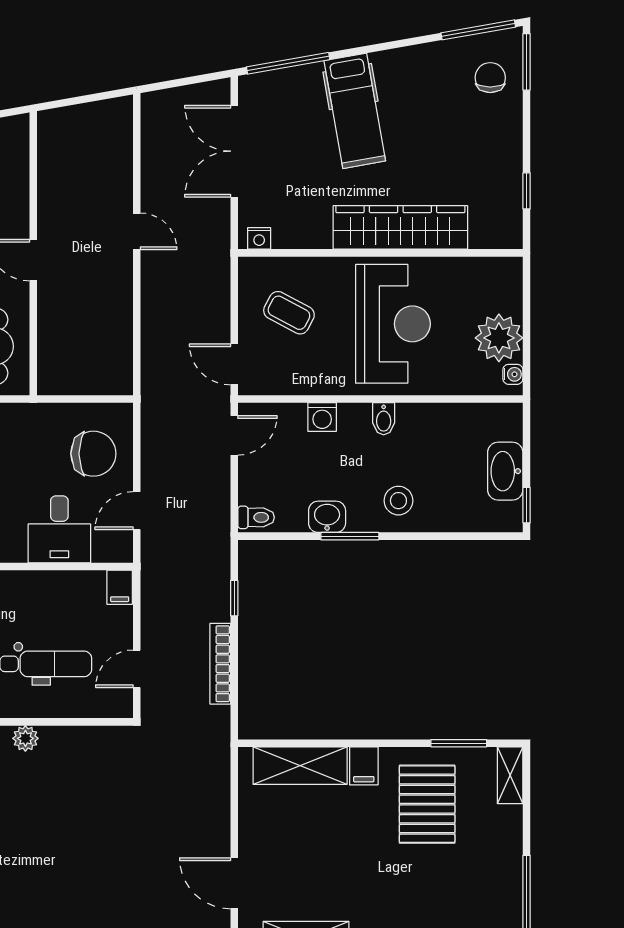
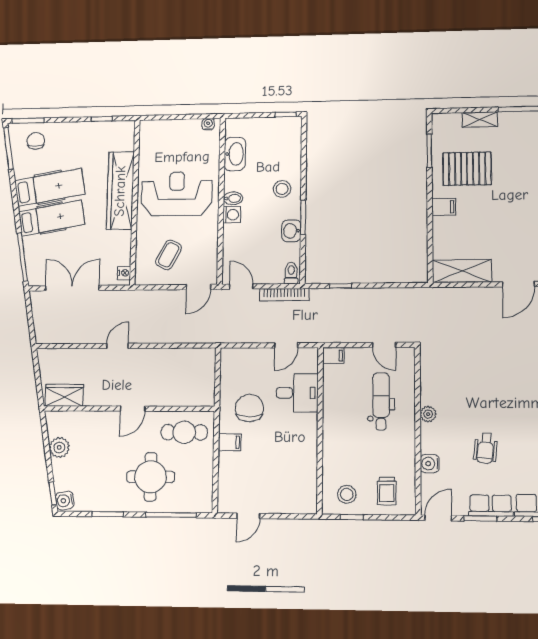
chair: (490, 78) -> (36, 141), turned 90
hospital bed: (408, 105) -> (50, 187), added
wardrobe: (55, 145) -> (64, 395), added
double door: (234, 151) -> (72, 288), swing flipped
plant: (499, 338) -> (187, 133), removed
washing machine: (322, 417) -> (232, 215), moved
chair: (93, 454) -> (249, 408), moved
washbasin: (505, 471) -> (235, 154), moved, turned -90
door: (137, 511) -> (286, 345), hinge flipped
bookcase: (220, 664) -> (284, 295), moved
shelving: (300, 766) -> (462, 271), moved, turned 90
shelving: (510, 775) -> (480, 120), moved

